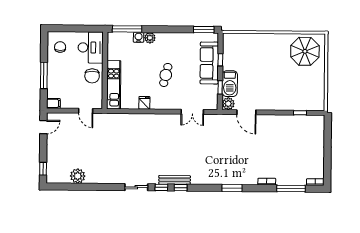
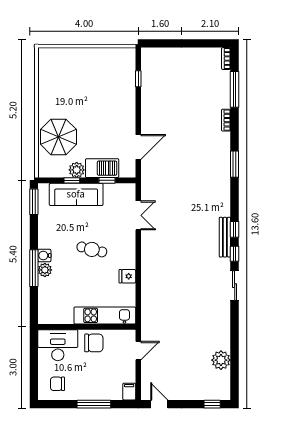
window: (127, 29) -> (34, 268), moved
water cooler: (139, 37) -> (44, 256), moved
parasol: (305, 51) -> (58, 137), moved
plant: (228, 104) -> (77, 170), moved

